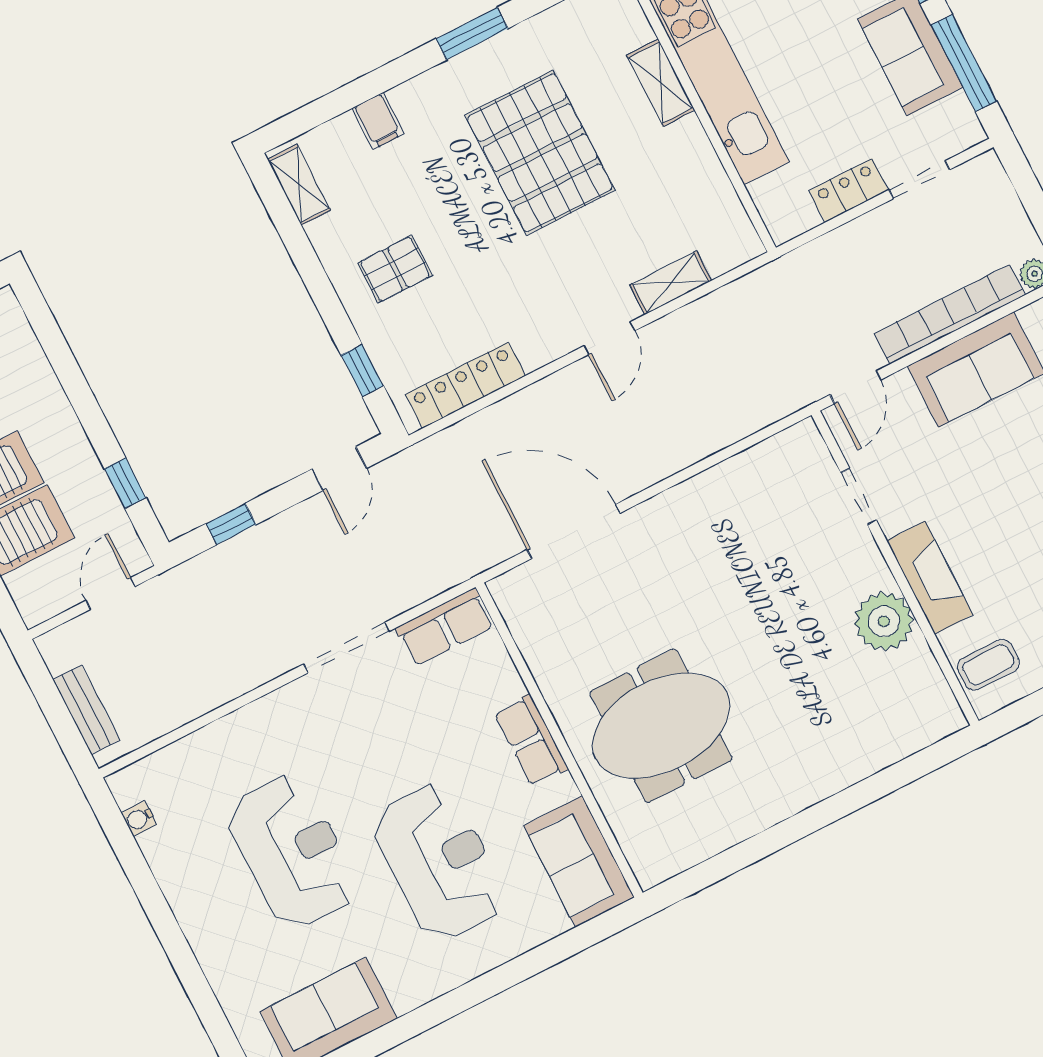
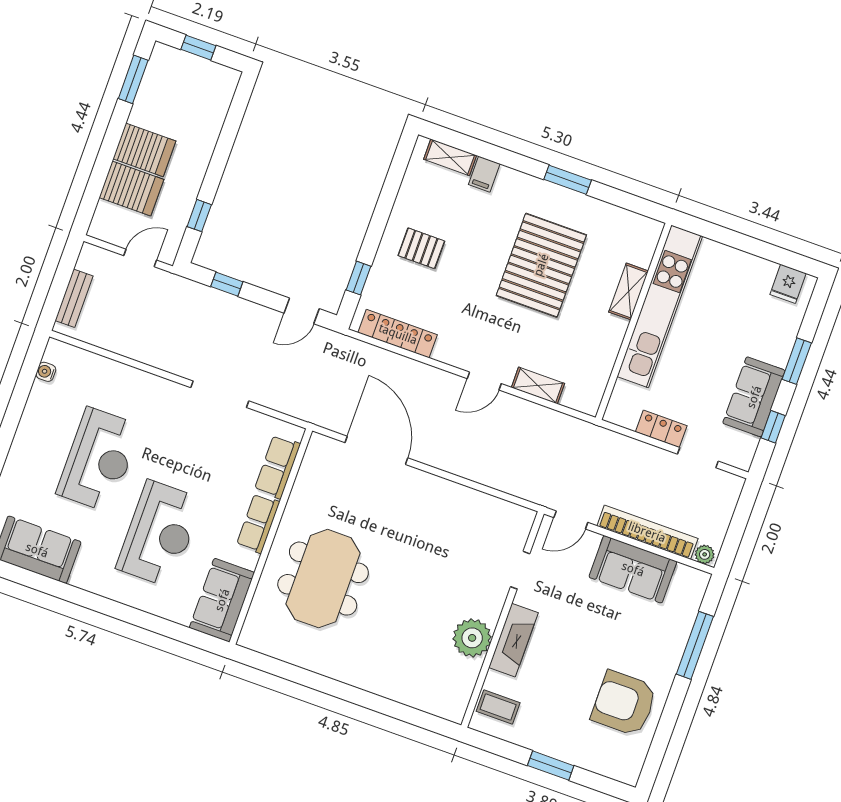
window: (964, 63) -> (773, 427), width x0.46
shelving: (299, 185) -> (450, 157), moved, turned 90
row of seats: (445, 627) -> (277, 467), moved, turned 90
meeting table: (661, 726) -> (323, 579), turned 90

